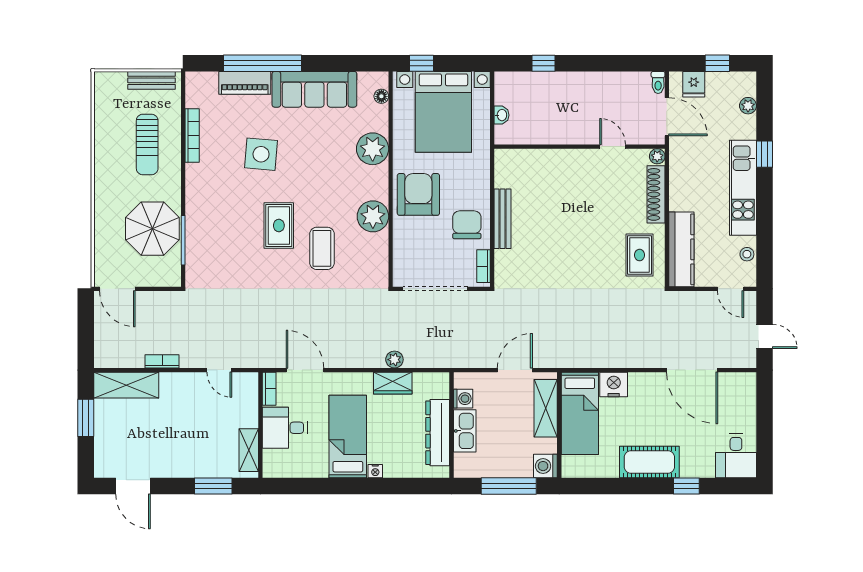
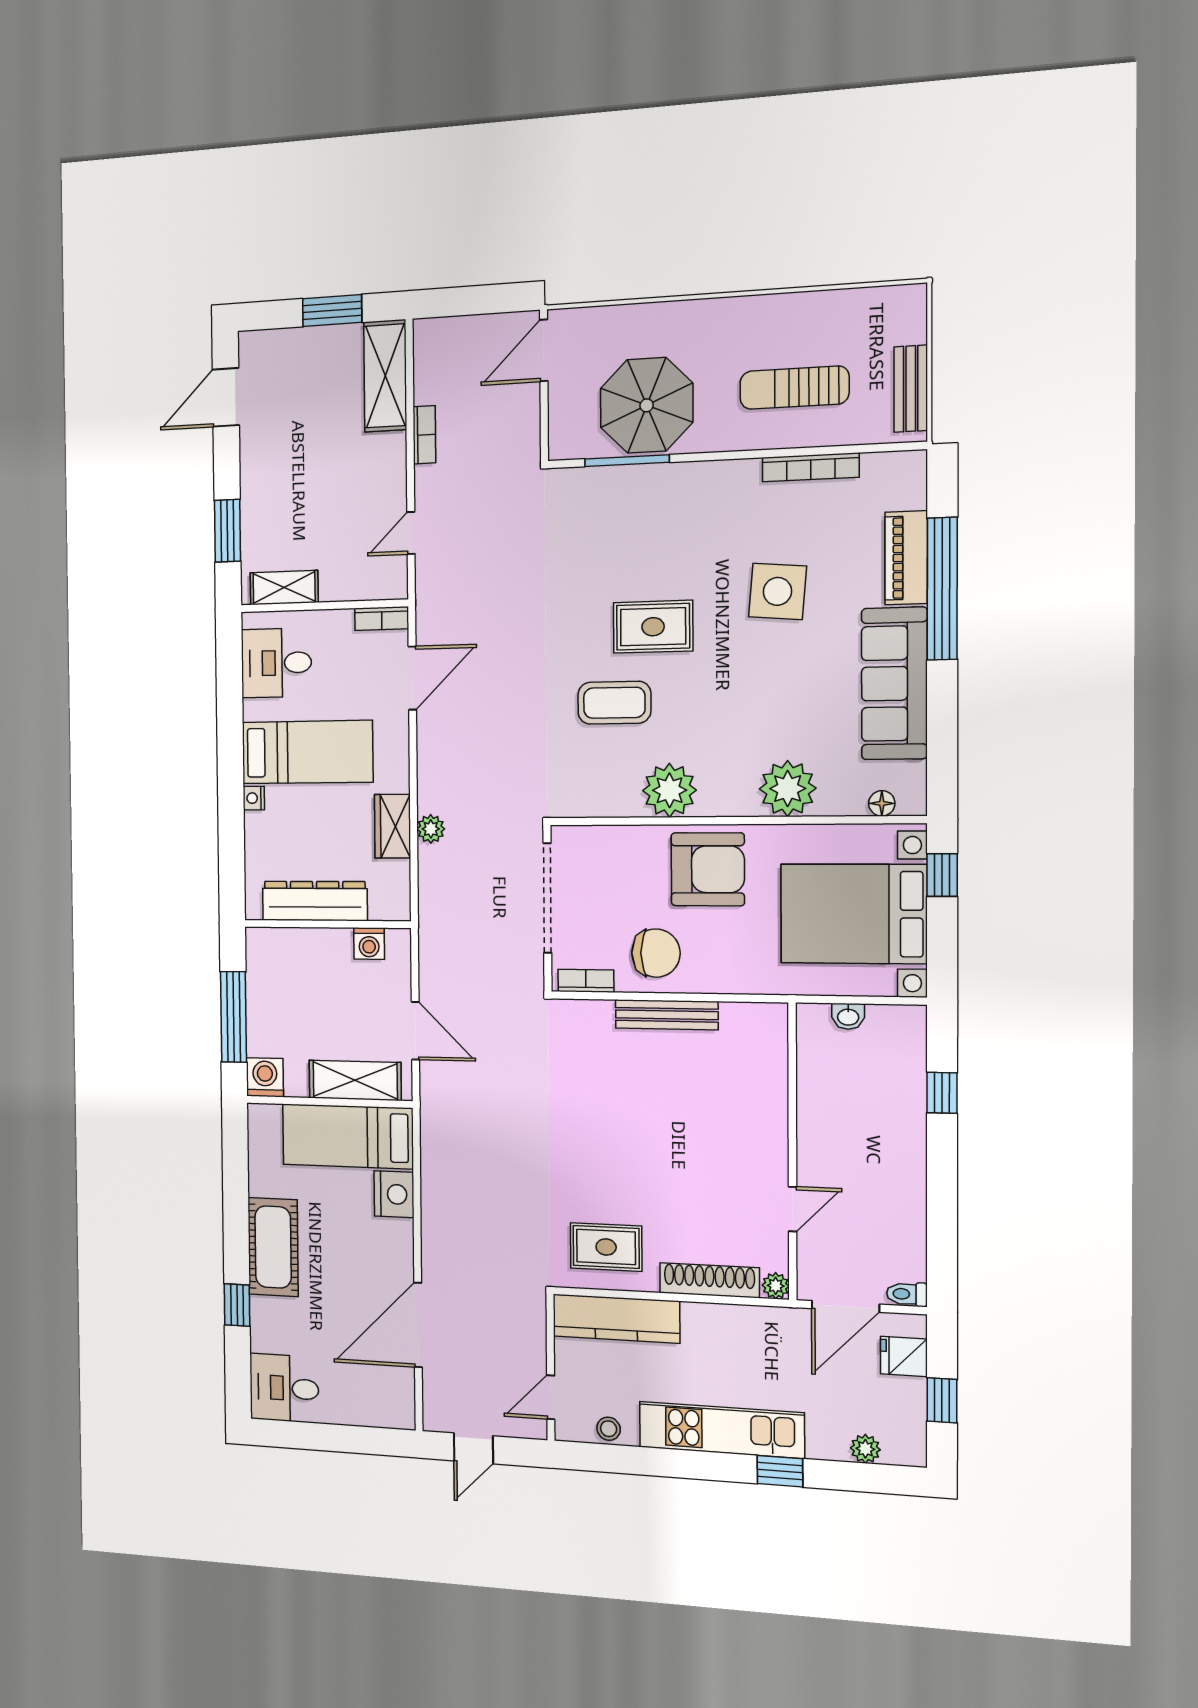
desk: (285, 428) -> (276, 663), moved, turned -90
kitchen sink: (465, 431) -> (318, 946), removed

